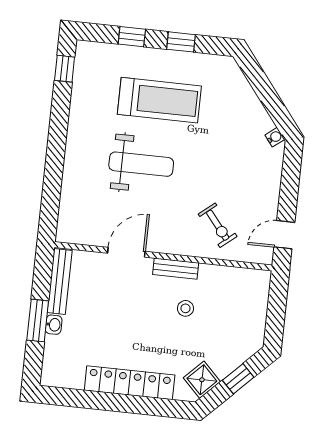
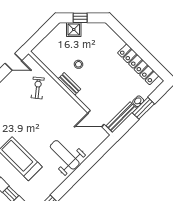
weight bench: (141, 164) -> (65, 155), moved
door: (126, 252) -> (96, 119), moved
shower: (202, 380) -> (74, 29), moved
locker: (130, 383) -> (138, 64), moved

